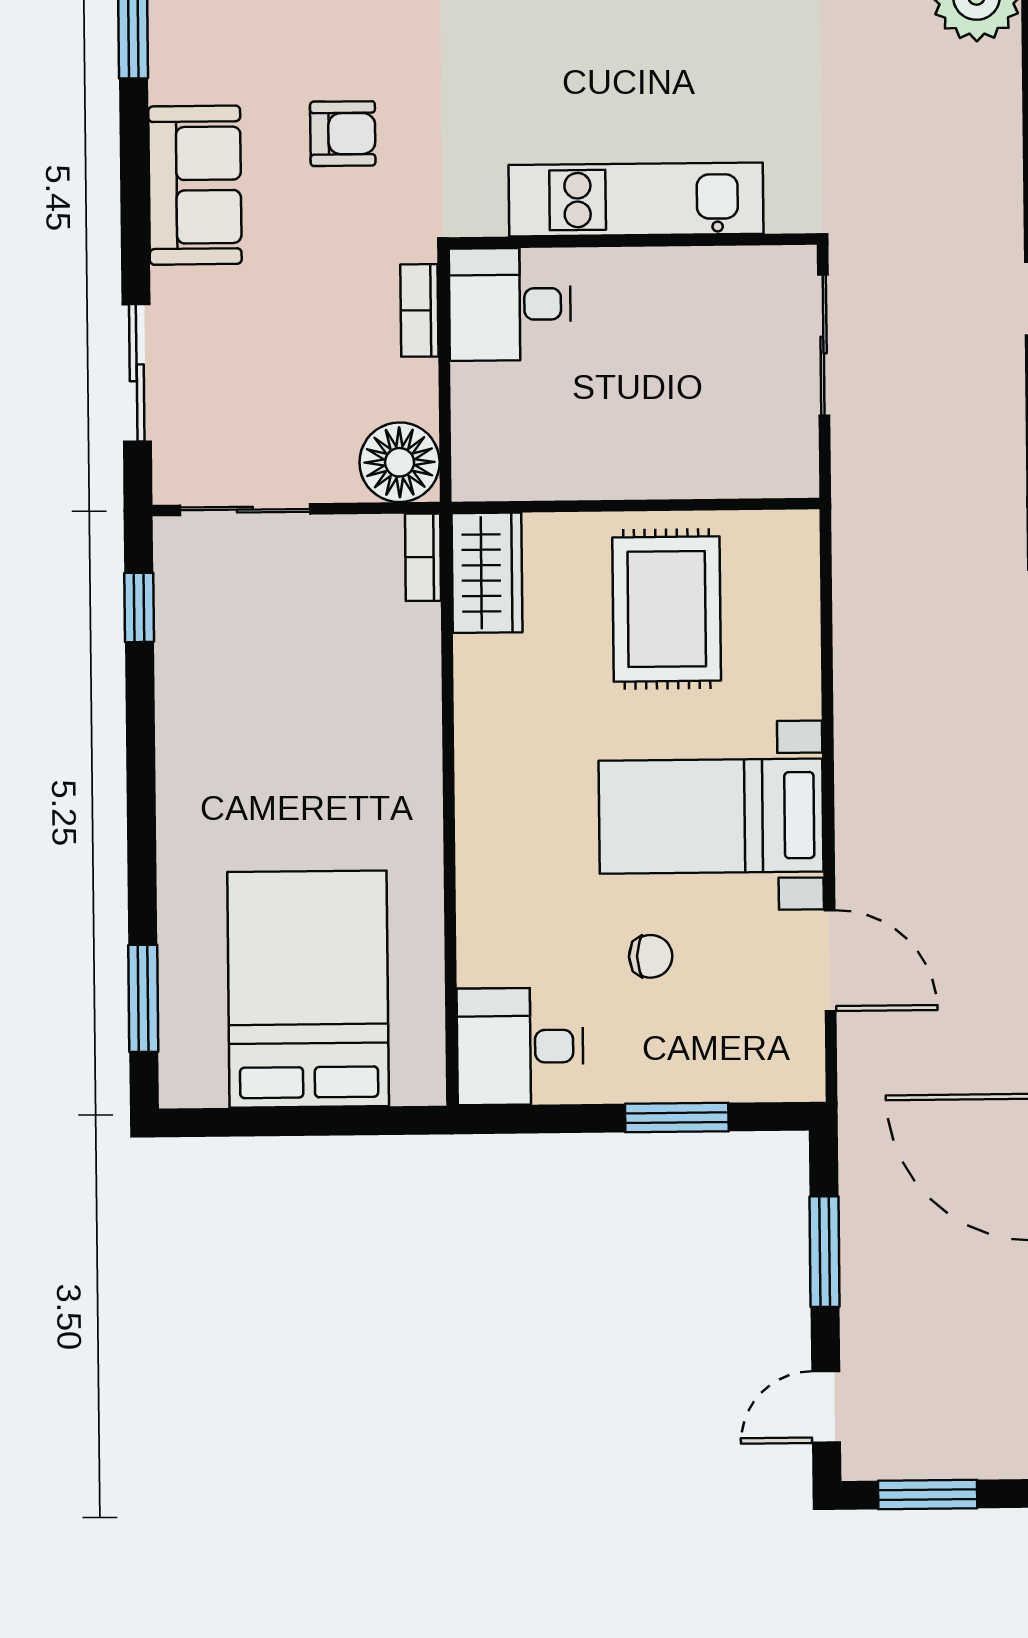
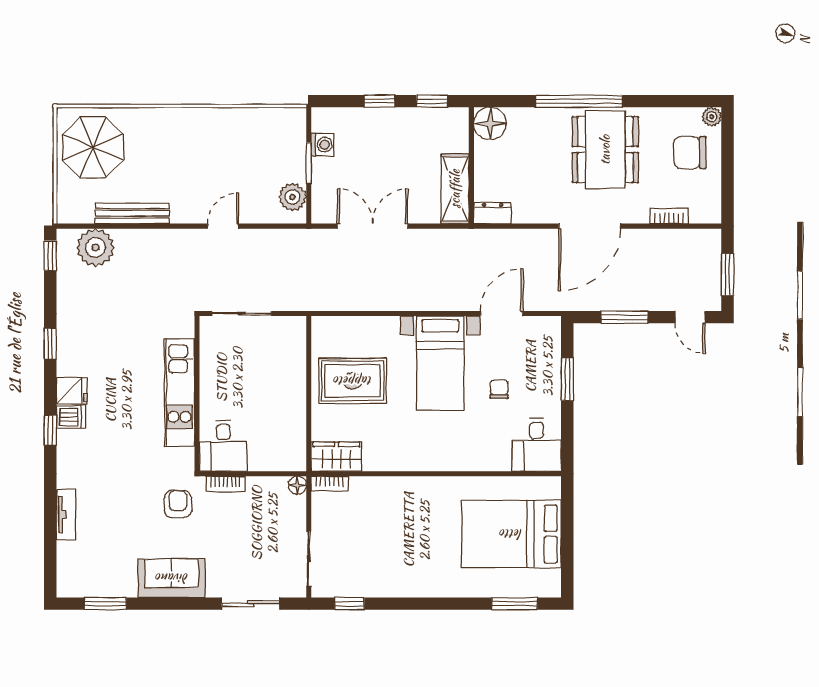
armchair: (343, 134) -> (178, 504), moved
floor lamp: (400, 462) -> (297, 485), width x0.53, depth x0.53

